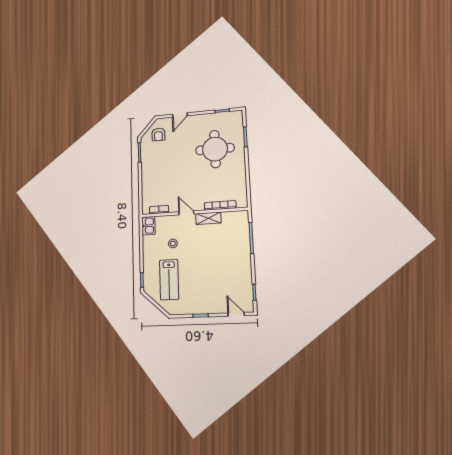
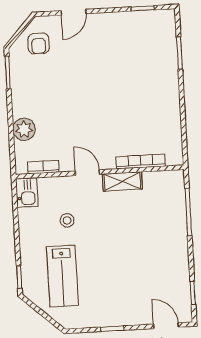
round table: (215, 149) -> (132, 71), removed
plant: (148, 187) -> (24, 129), added

